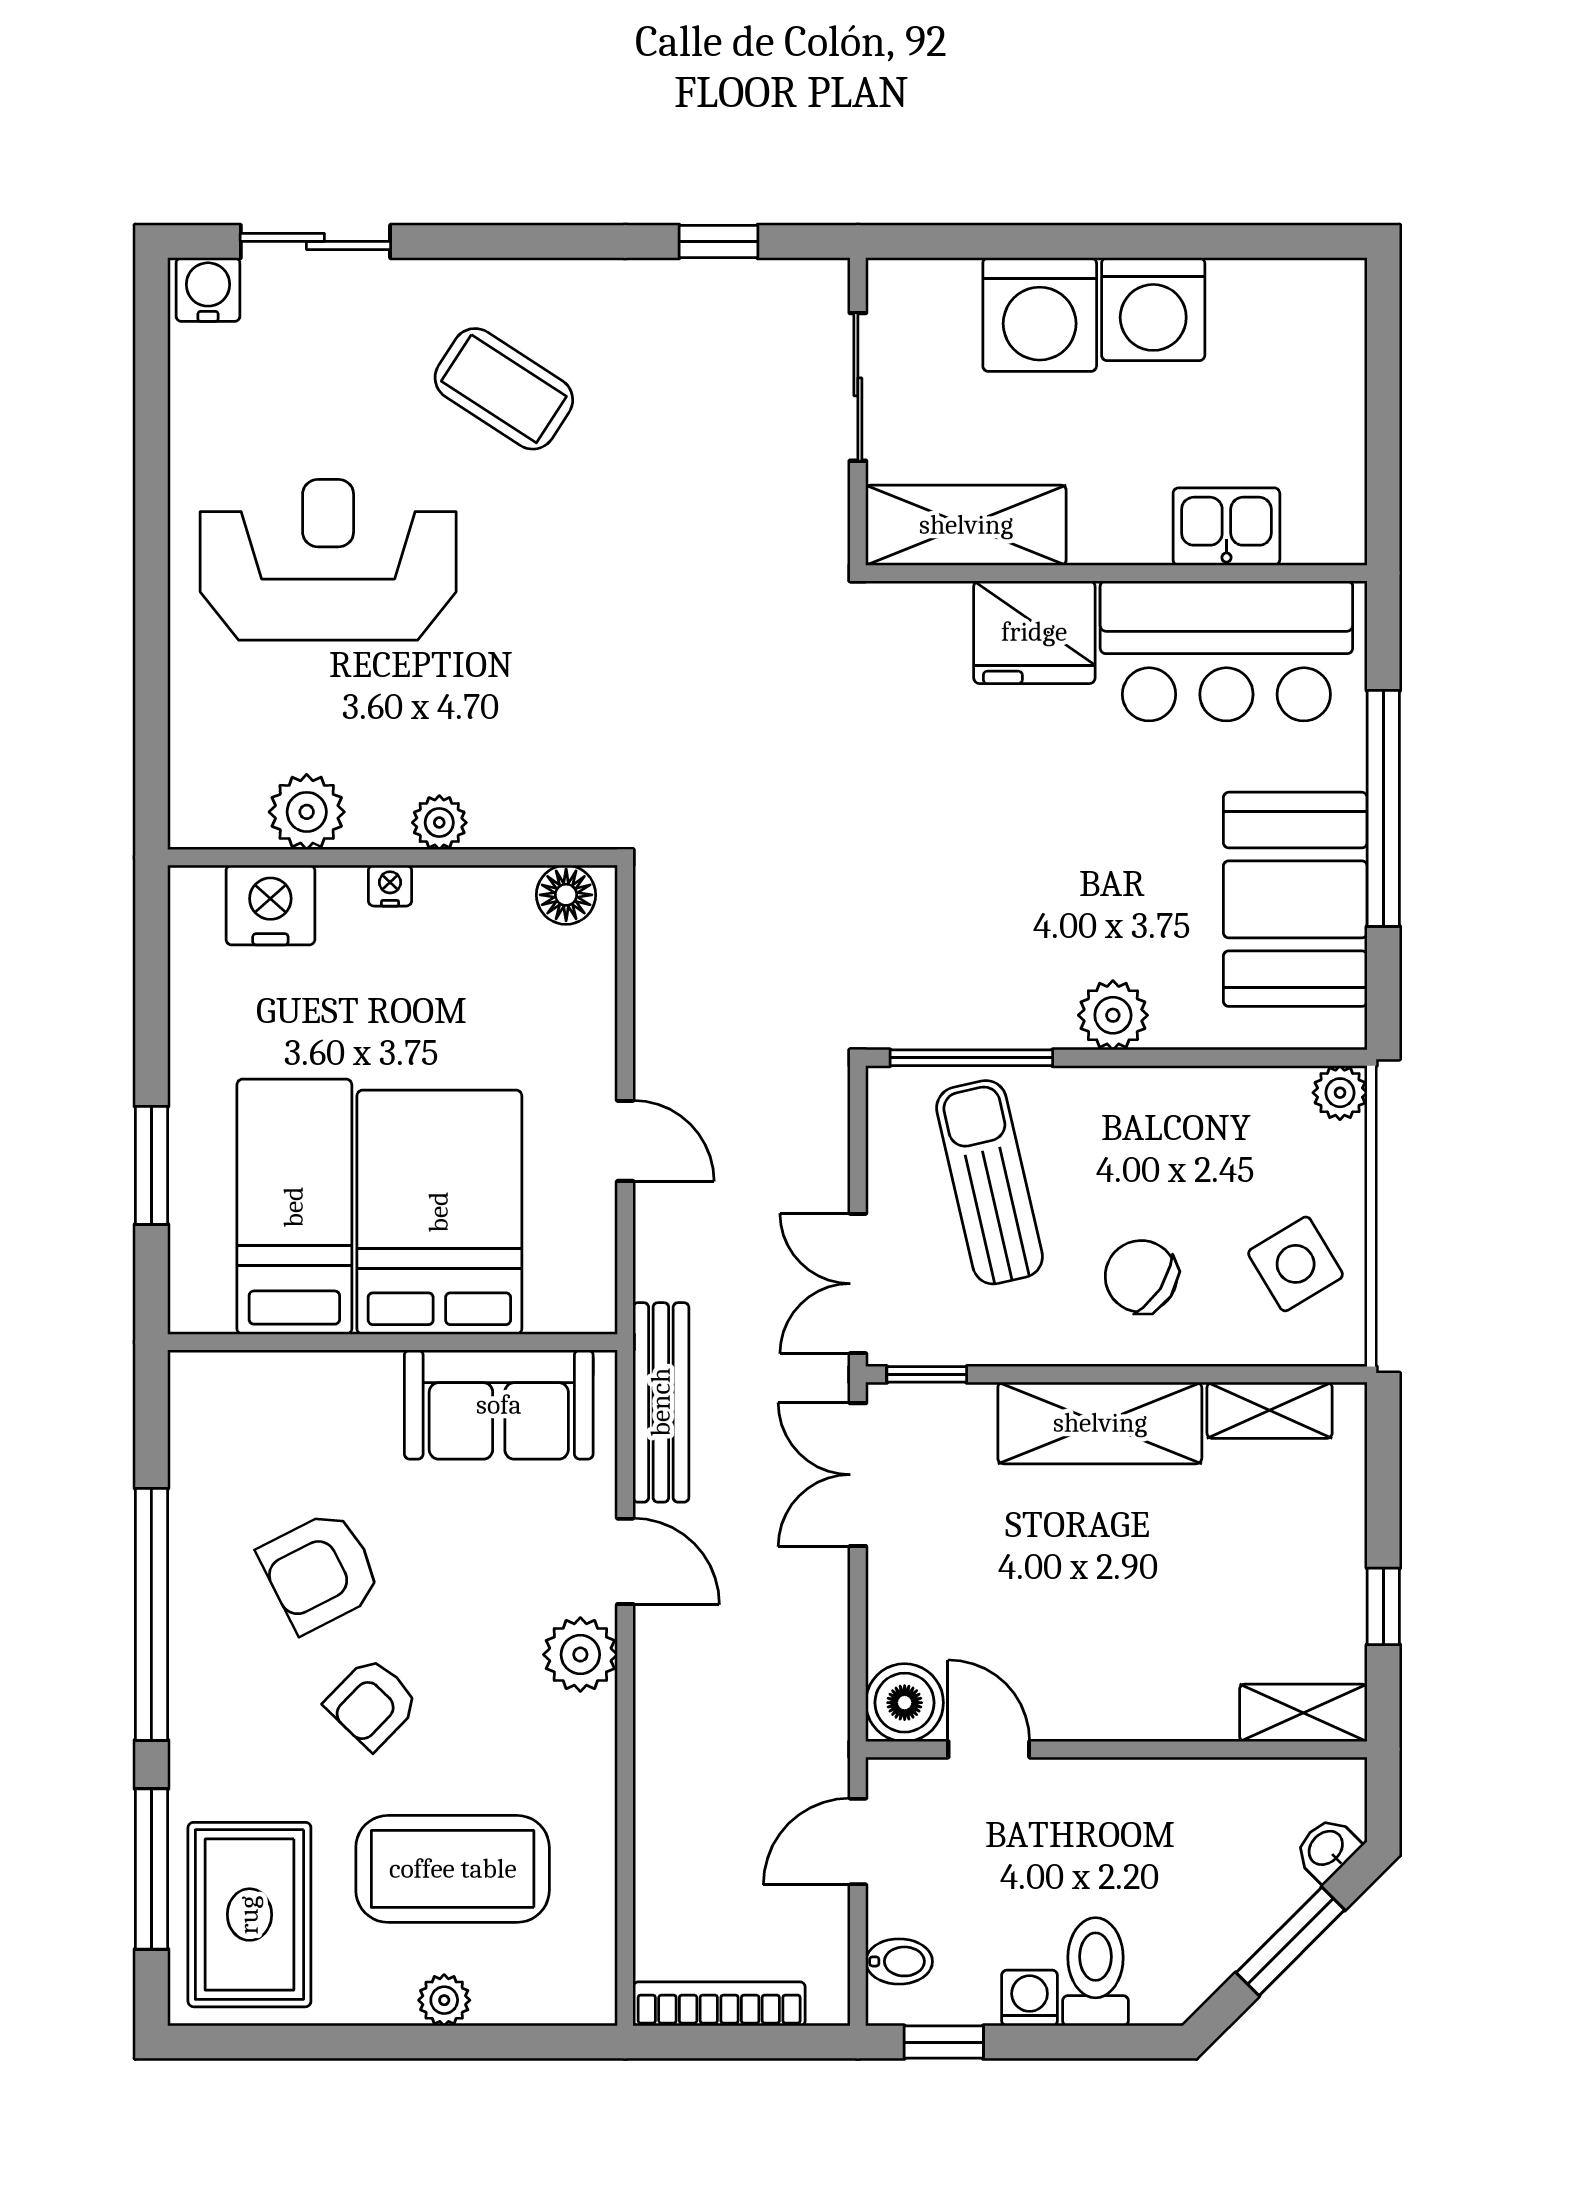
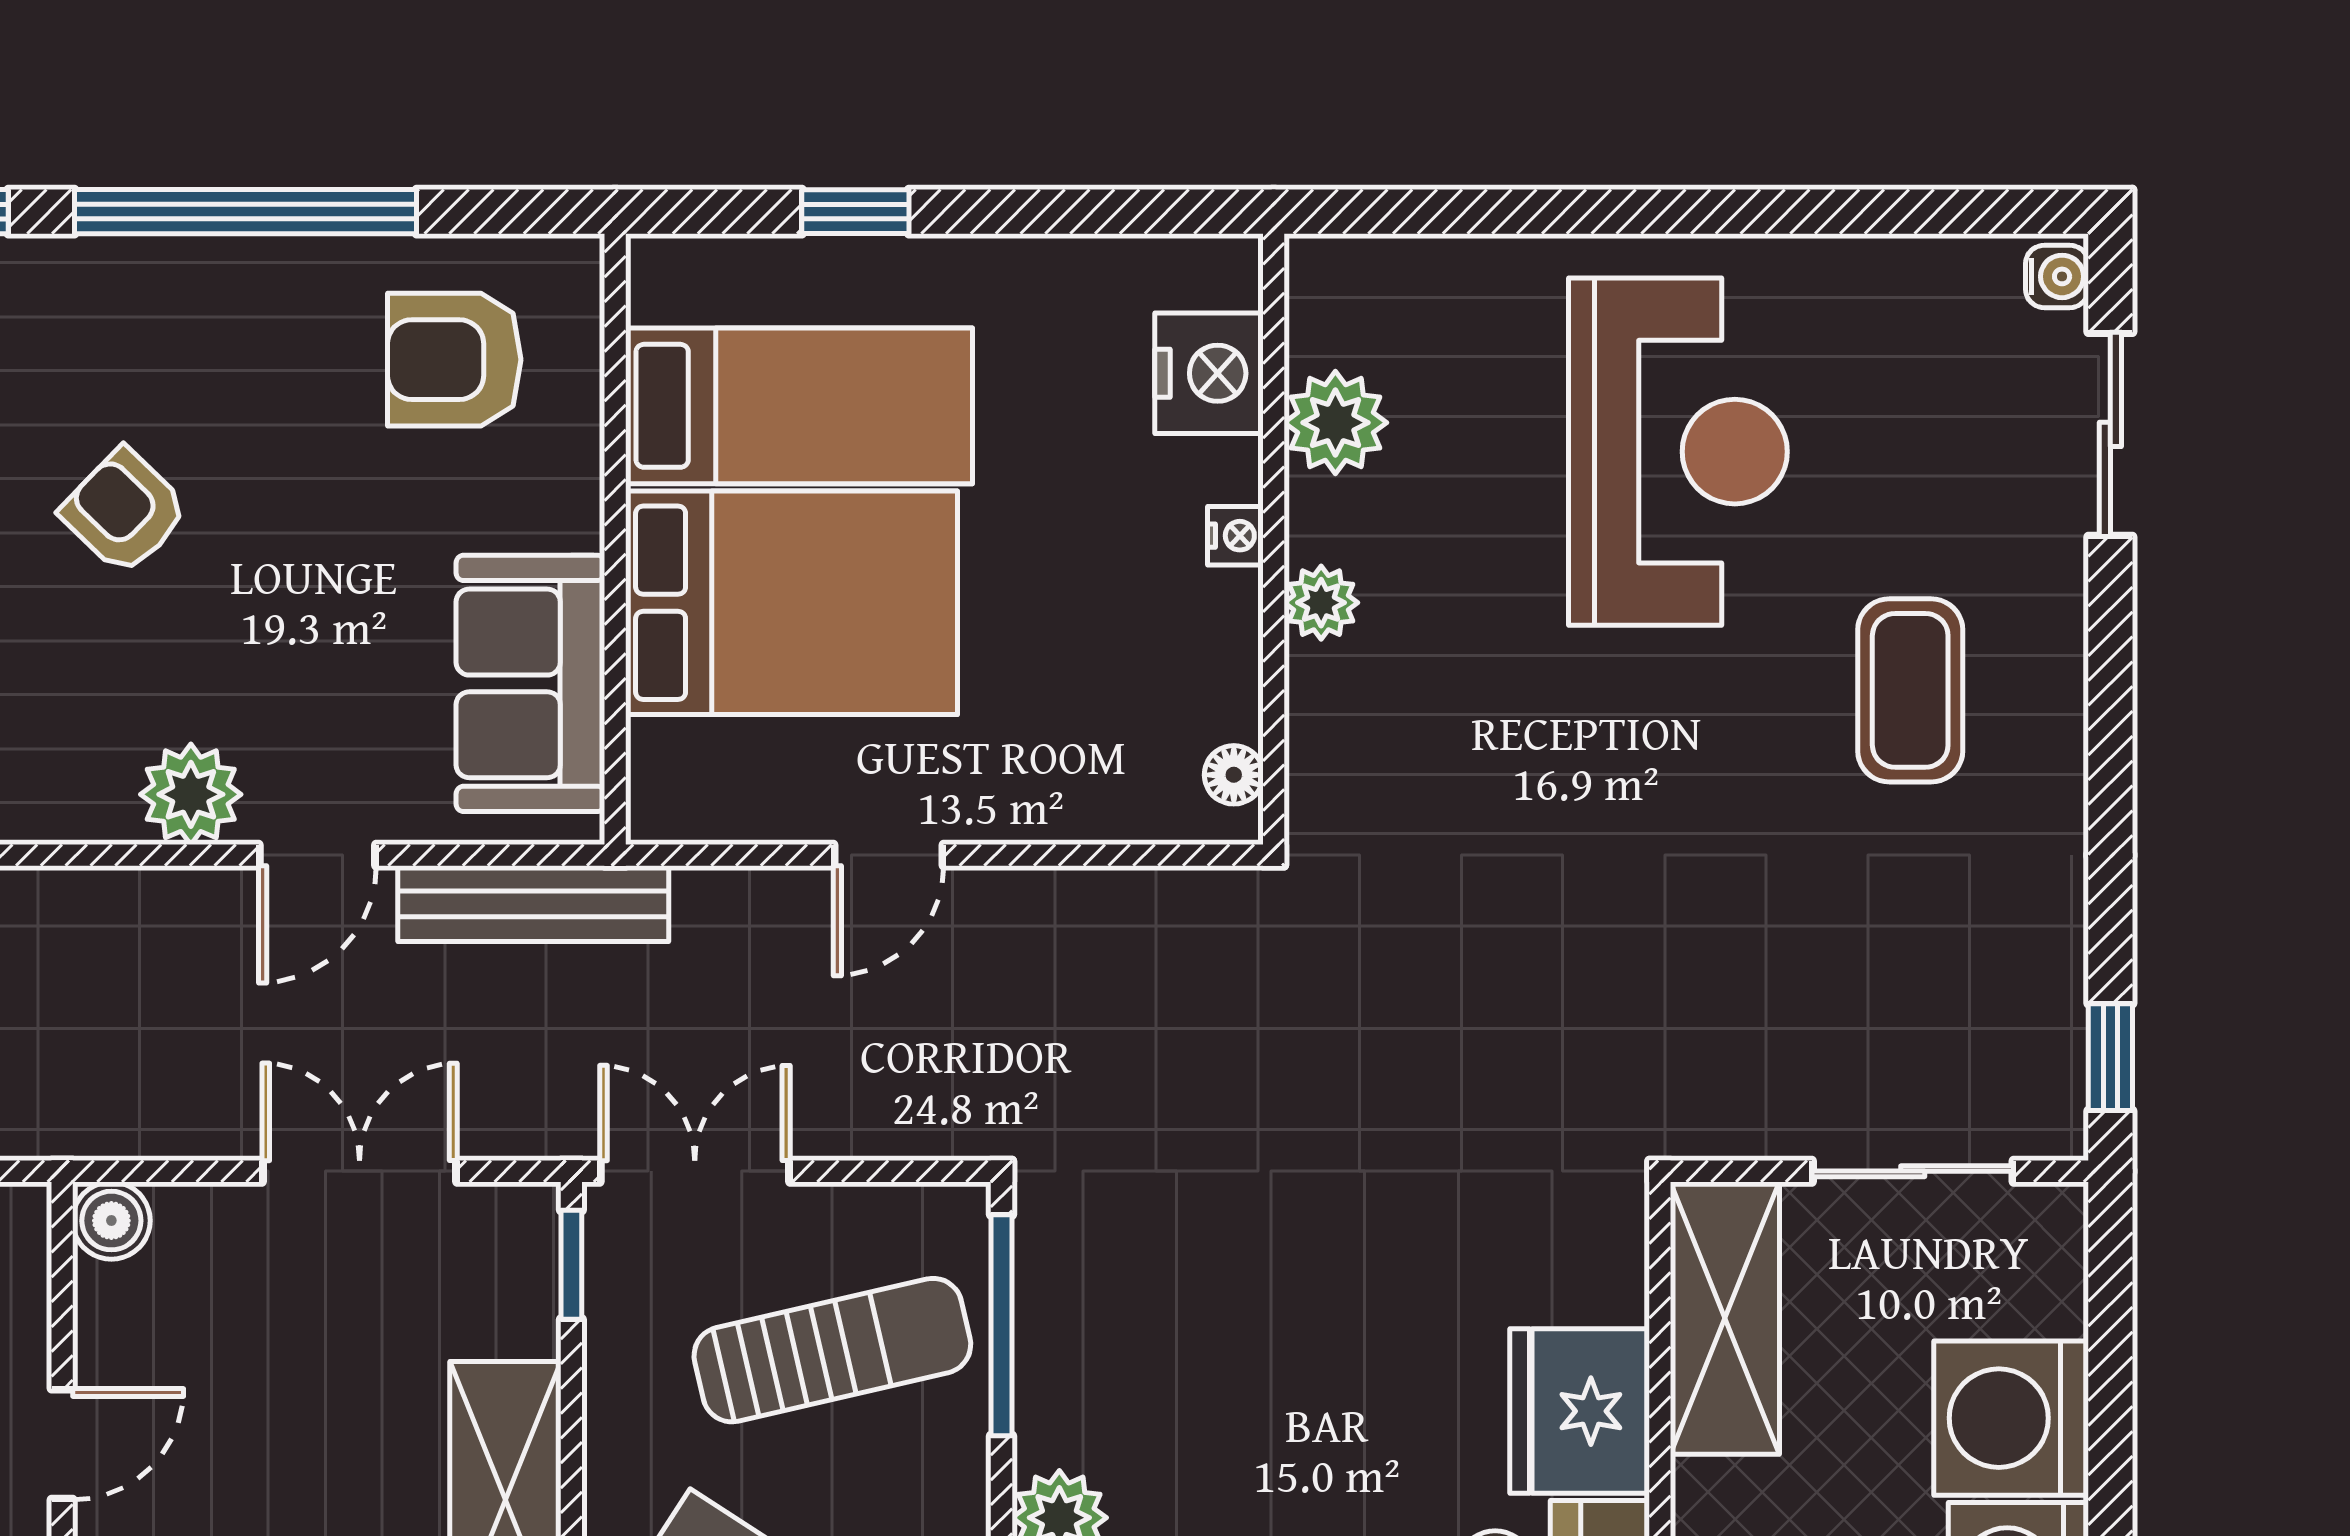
window: (718, 241) -> (2110, 1057), moved
water cooler: (208, 290) -> (2057, 276), width x0.72, depth x0.72
coffee table: (504, 389) -> (1910, 690), turned -33
floor lamp: (566, 895) -> (1234, 775), width x0.73, depth x0.73
window: (151, 1165) -> (855, 212), width x0.67
double door: (858, 1475) -> (360, 1171), moved
armchair: (320, 1571) -> (454, 360), moved, turned -63
boiler: (905, 1703) -> (111, 1221), width x0.73, depth x0.73
door: (989, 1749) -> (62, 1444), moved

